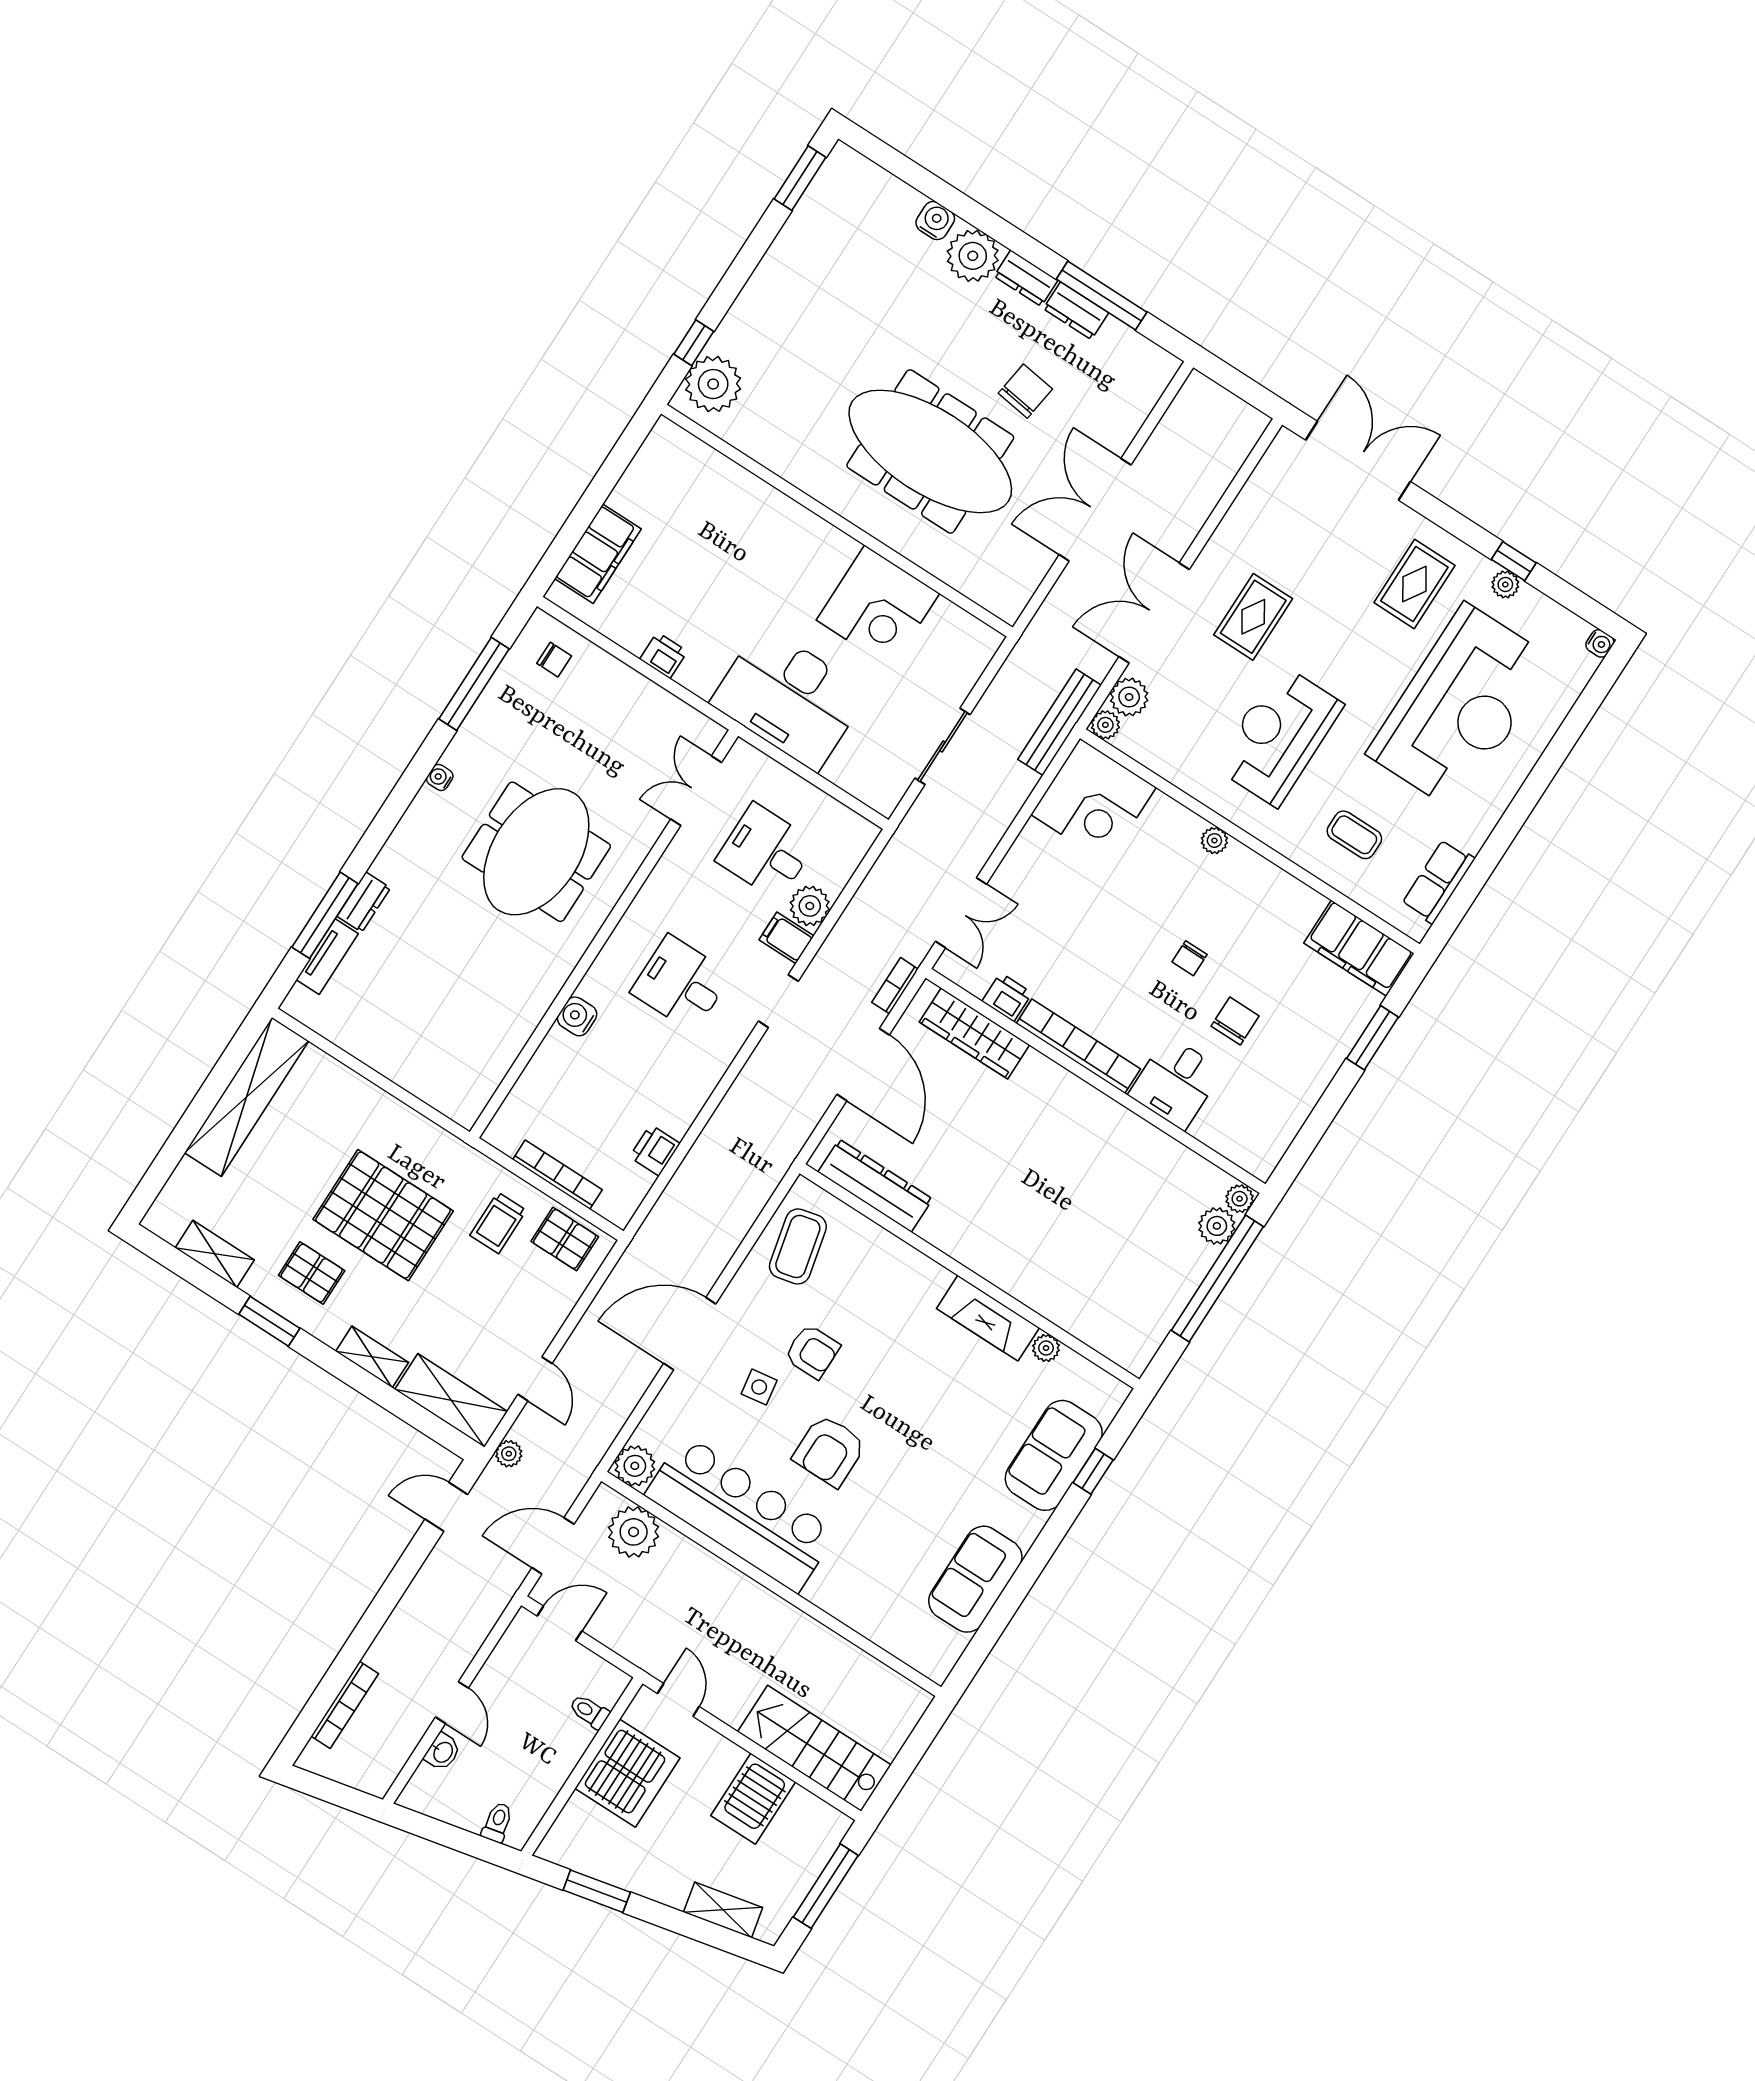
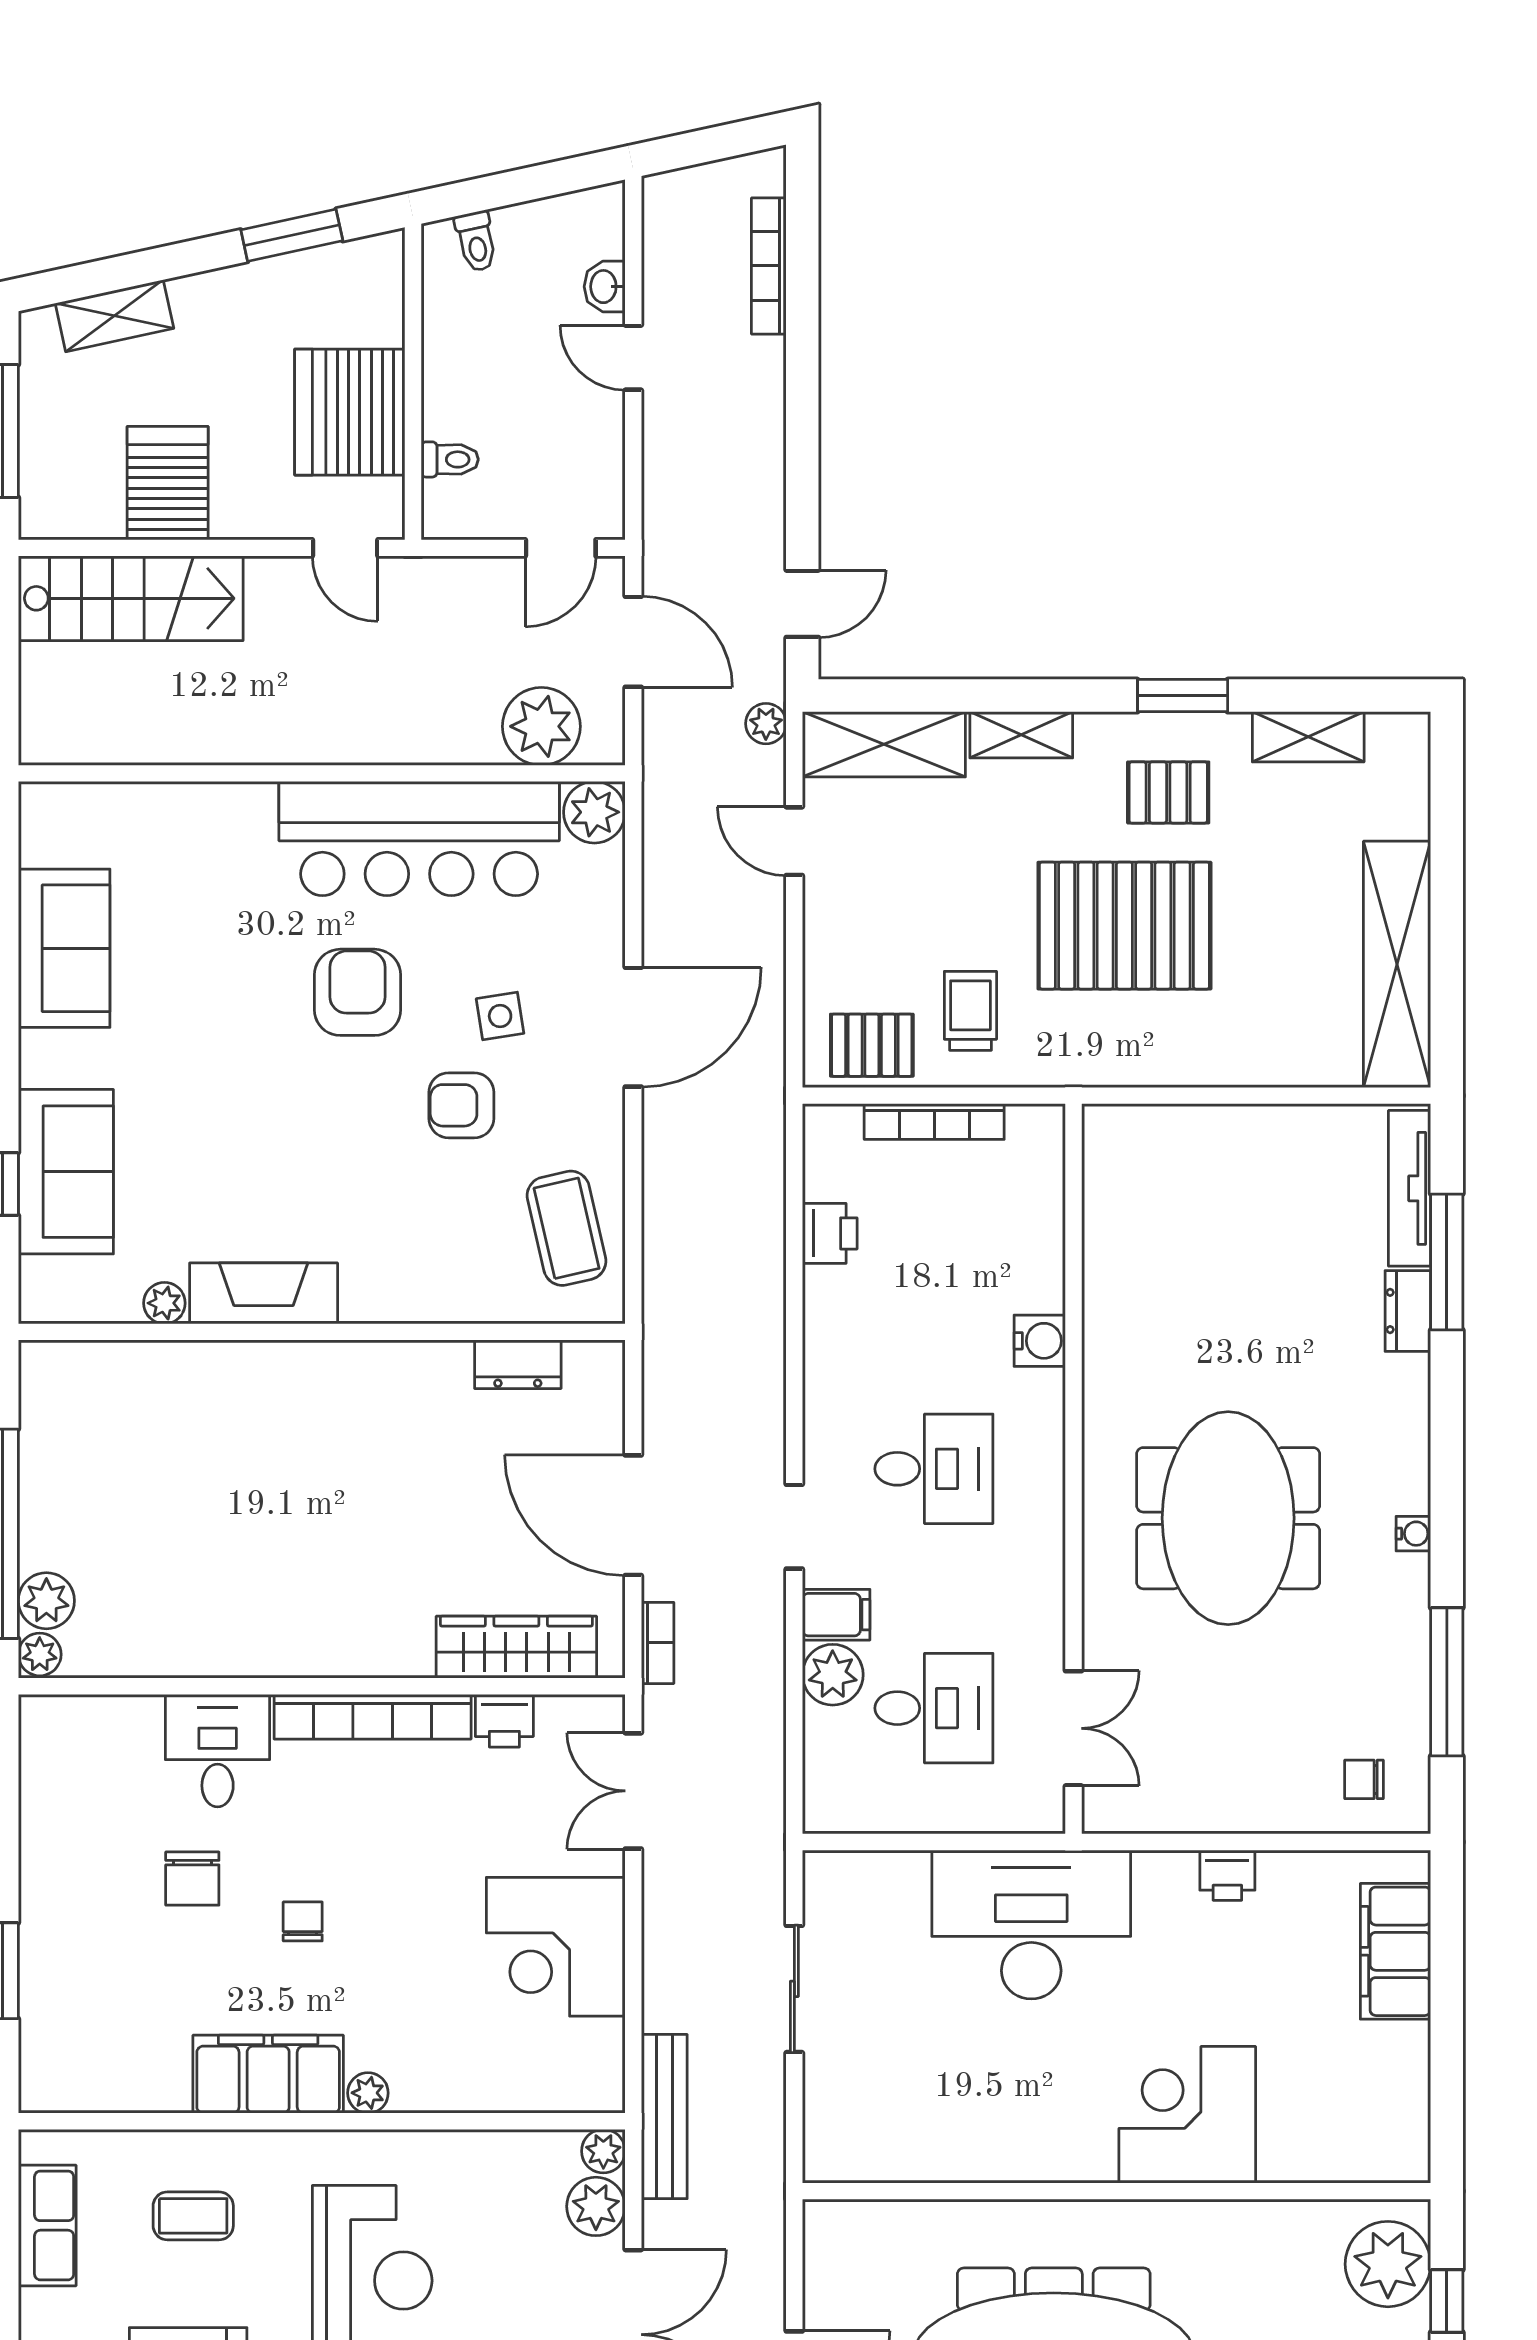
corner desk: (878, 607) -> (1187, 2115), moved
corner desk: (1093, 801) -> (556, 1947), moved, turned -90
filing cabinet: (1359, 948) -> (268, 2074), moved
tv unit: (327, 957) -> (1410, 1188), width x1.41
dresser: (875, 1186) -> (518, 1364), width x0.51, depth x0.80
door: (553, 1546) -> (633, 642), hinge flipped

